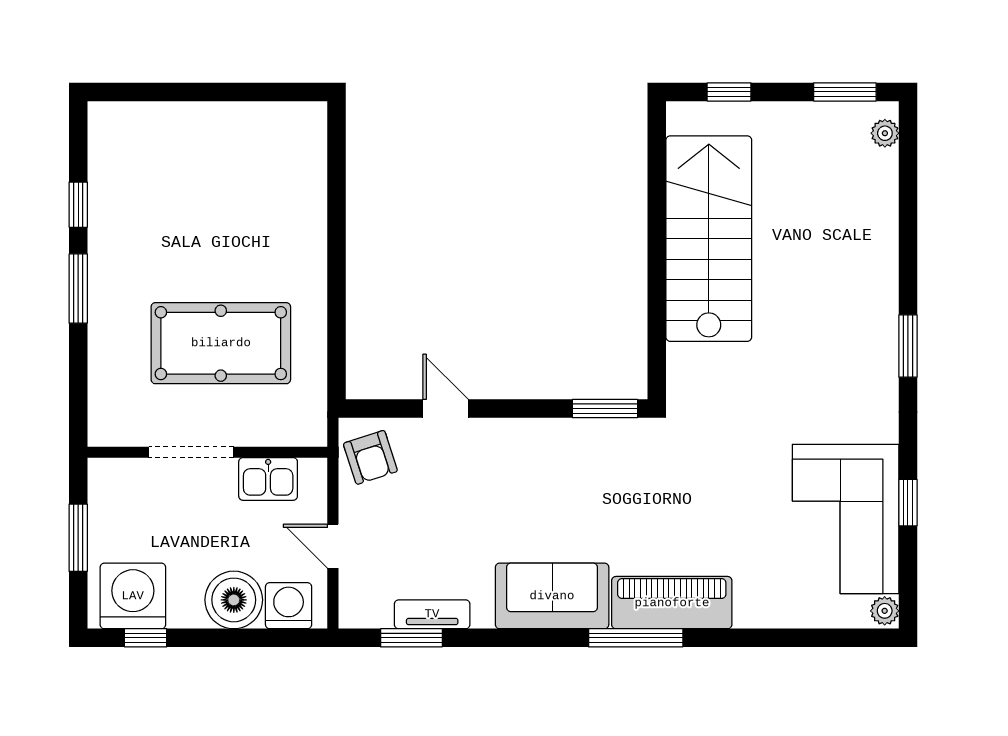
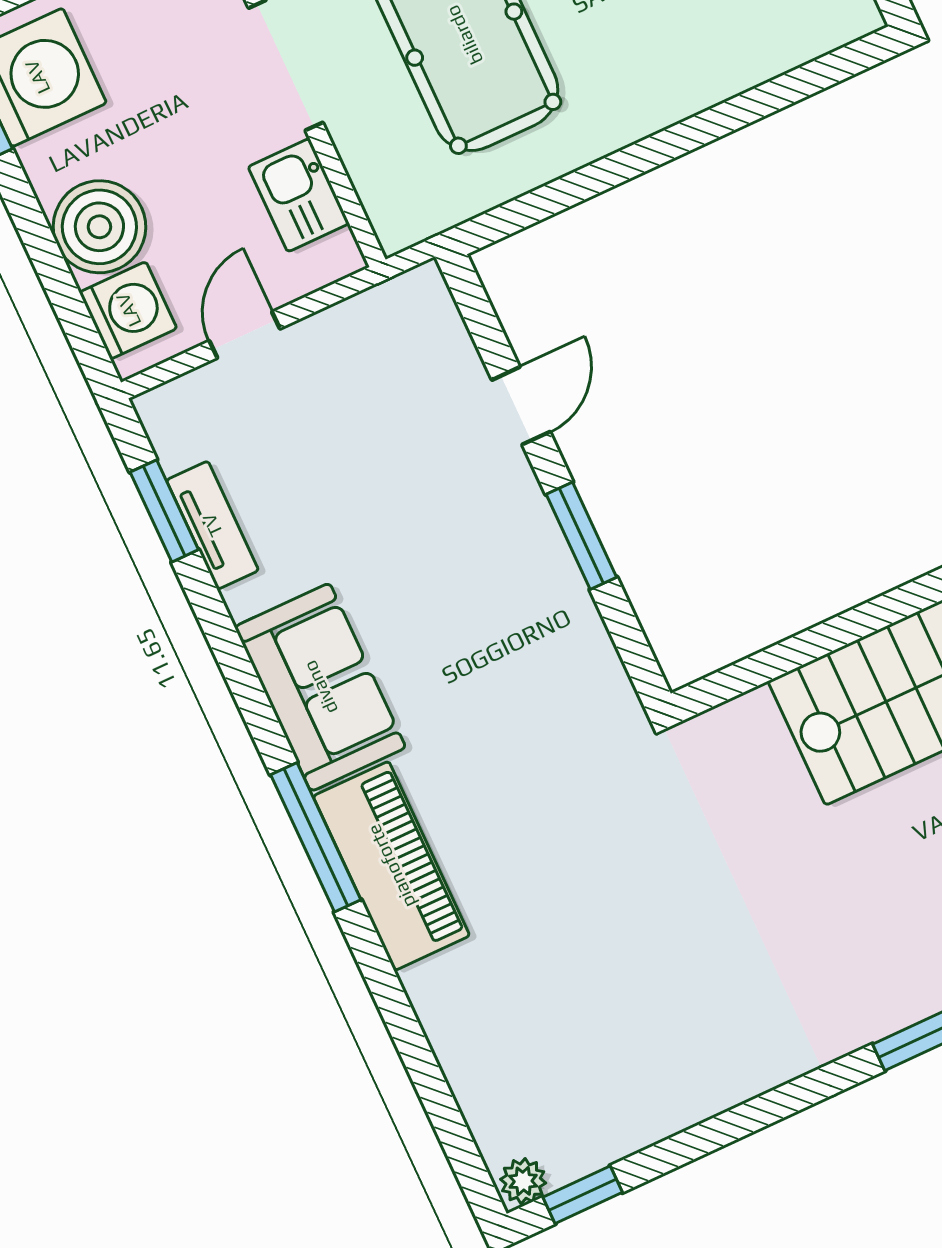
window: (605, 409) -> (581, 536), moved
armchair: (370, 457) -> (399, 329), removed
window: (908, 503) -> (583, 1195), moved
corner sofa: (846, 519) -> (630, 1062), removed

